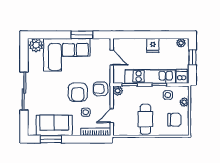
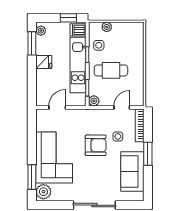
window: (82, 35) -> (32, 177), moved
window: (170, 35) -> (32, 43), added
window: (192, 57) -> (68, 18), moved
armchair: (100, 89) -> (92, 120), removed
door: (112, 116) -> (122, 108), swing flipped
cafe table: (145, 119) -> (111, 70), moved
chair: (174, 120) -> (126, 38), removed
window: (51, 139) -> (148, 154), moved

